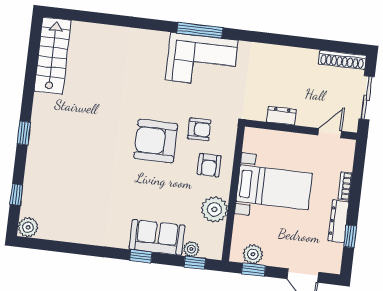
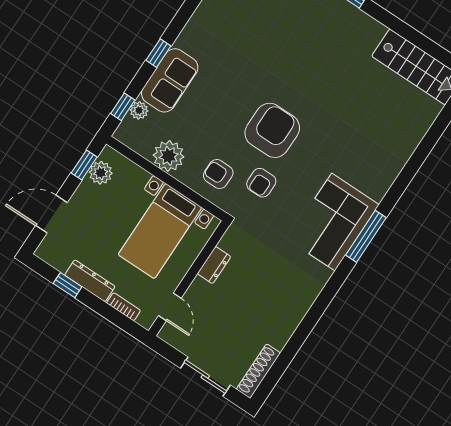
dresser: (281, 116) -> (214, 265), moved
wall: (301, 130) -> (189, 278), moved
door: (330, 133) -> (170, 307), moved

